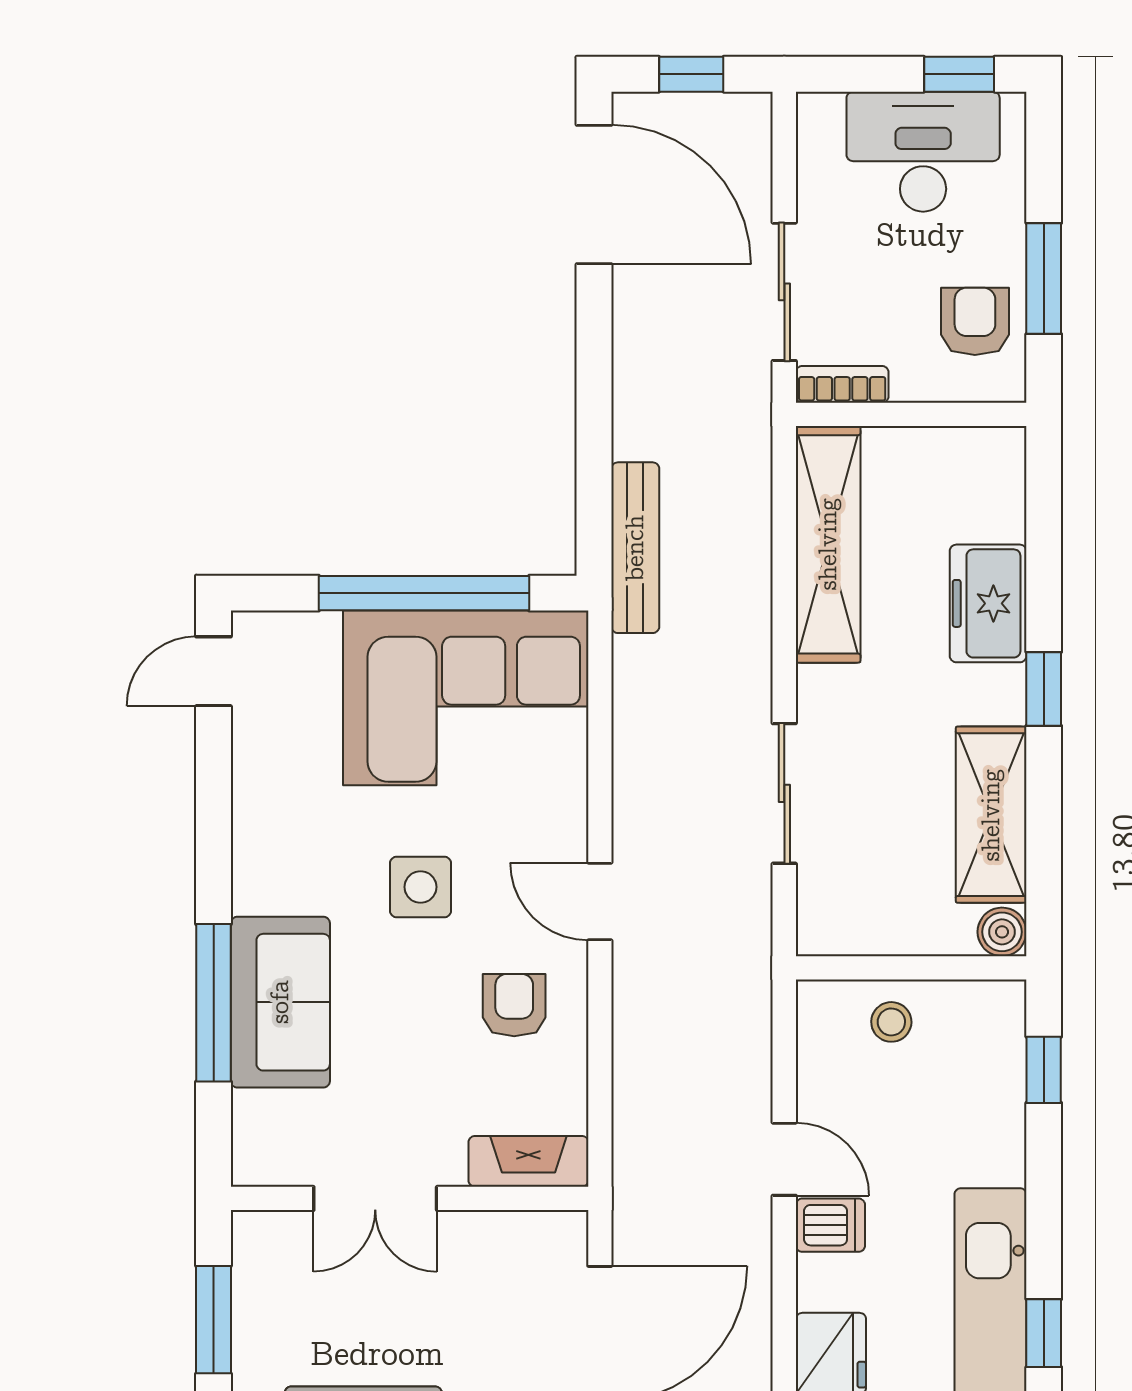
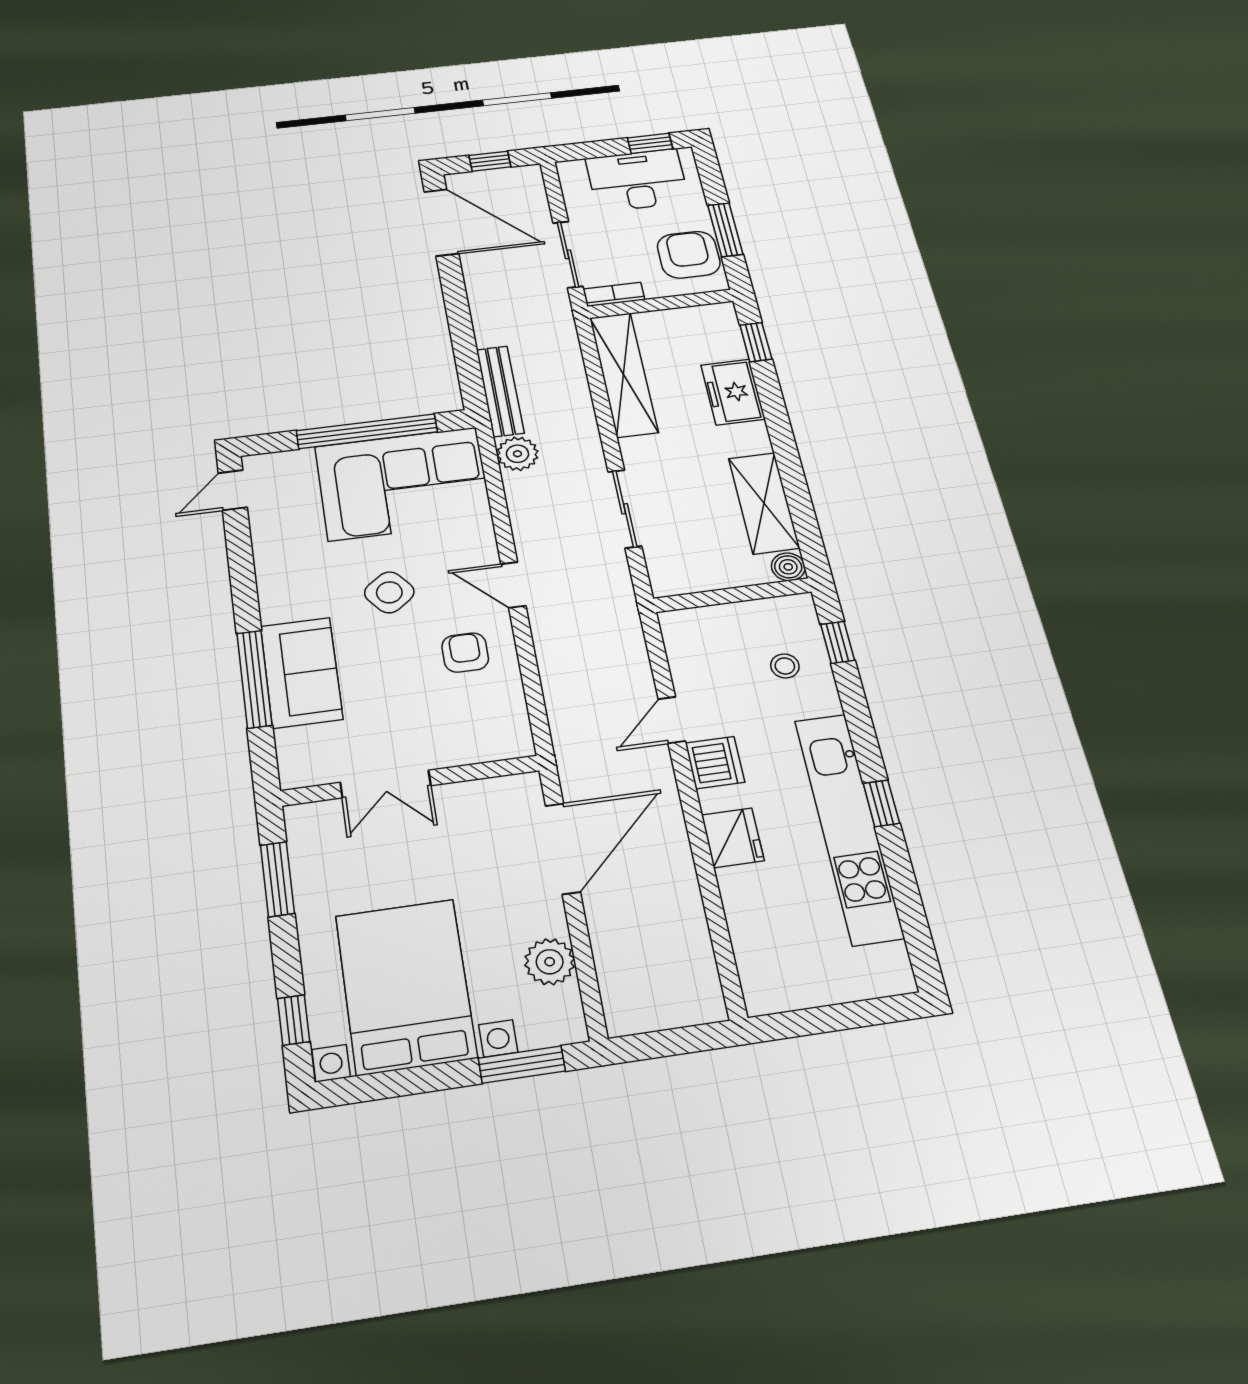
armchair: (975, 321) -> (689, 255), width x1.38, depth x1.38
plant: (643, 669) -> (517, 454), added
window: (1044, 689) -> (756, 342), moved
side table: (420, 887) -> (389, 592), turned -38
stool: (891, 1022) -> (785, 666), moved
door: (784, 1159) -> (672, 720), swing flipped
fireplace: (528, 1161) -> (492, 746), removed
dishwasher: (830, 1225) -> (715, 763), width x1.38

